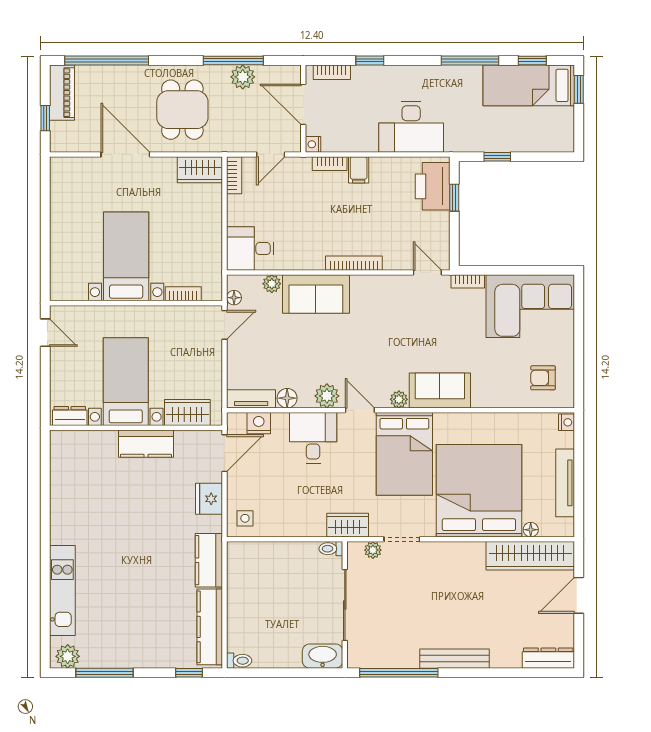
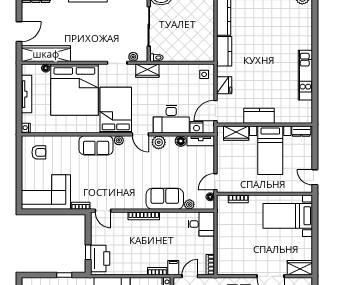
wardrobe: (200, 170) -> (300, 268), moved
filing cabinet: (359, 170) -> (173, 268), moved
bed with nightstands: (126, 256) -> (288, 216), moved, turned 90
desk: (313, 438) -> (171, 119), width x1.37
kitchen unit: (62, 590) -> (305, 75), moved

